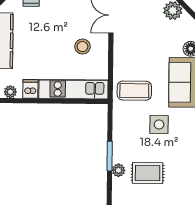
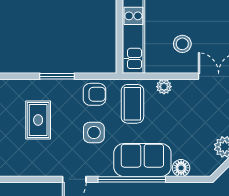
armchair: (126, 124) -> (94, 94), added
plant: (118, 170) -> (164, 87), moved

